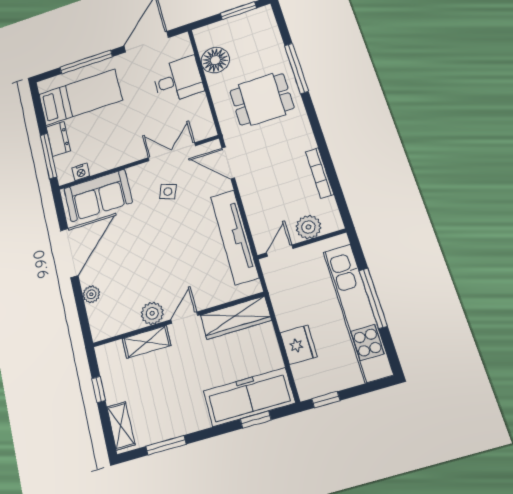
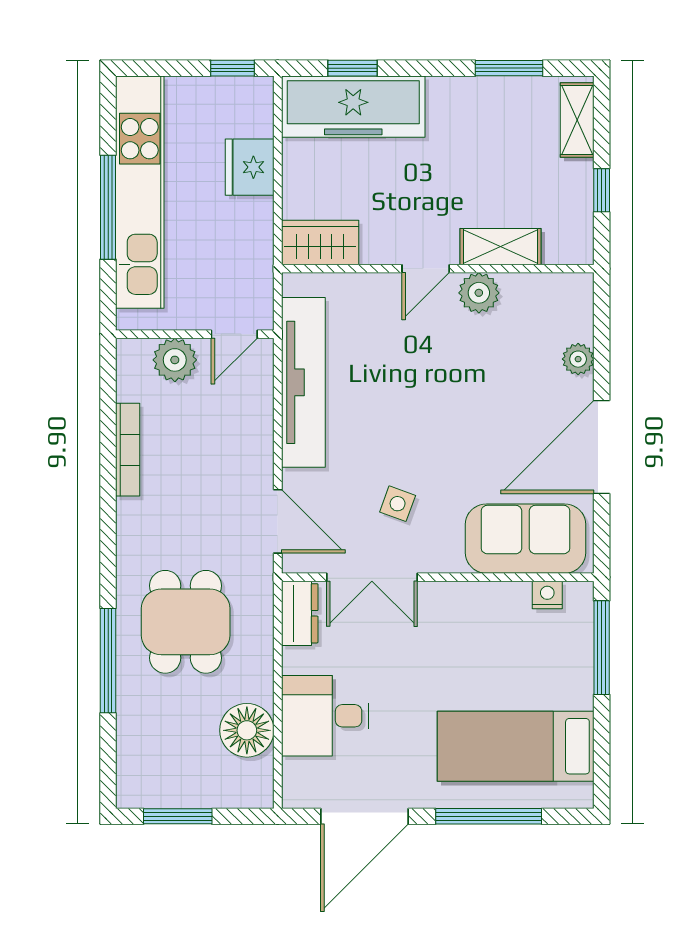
dining table: (262, 99) -> (186, 622), turned 90
dresser: (58, 139) -> (300, 613), moved, turned 180
wardrobe: (236, 318) -> (320, 242), width x0.67

